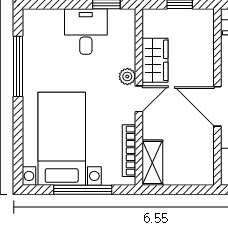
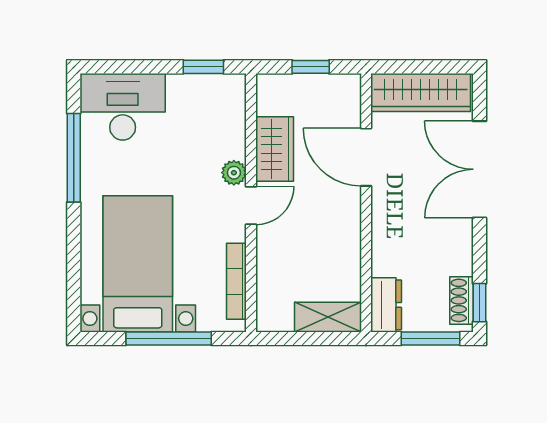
desk: (86, 31) -> (123, 107), moved, width x1.37
door: (217, 106) -> (366, 157), moved
shelving: (152, 163) -> (328, 317), moved, turned 90

